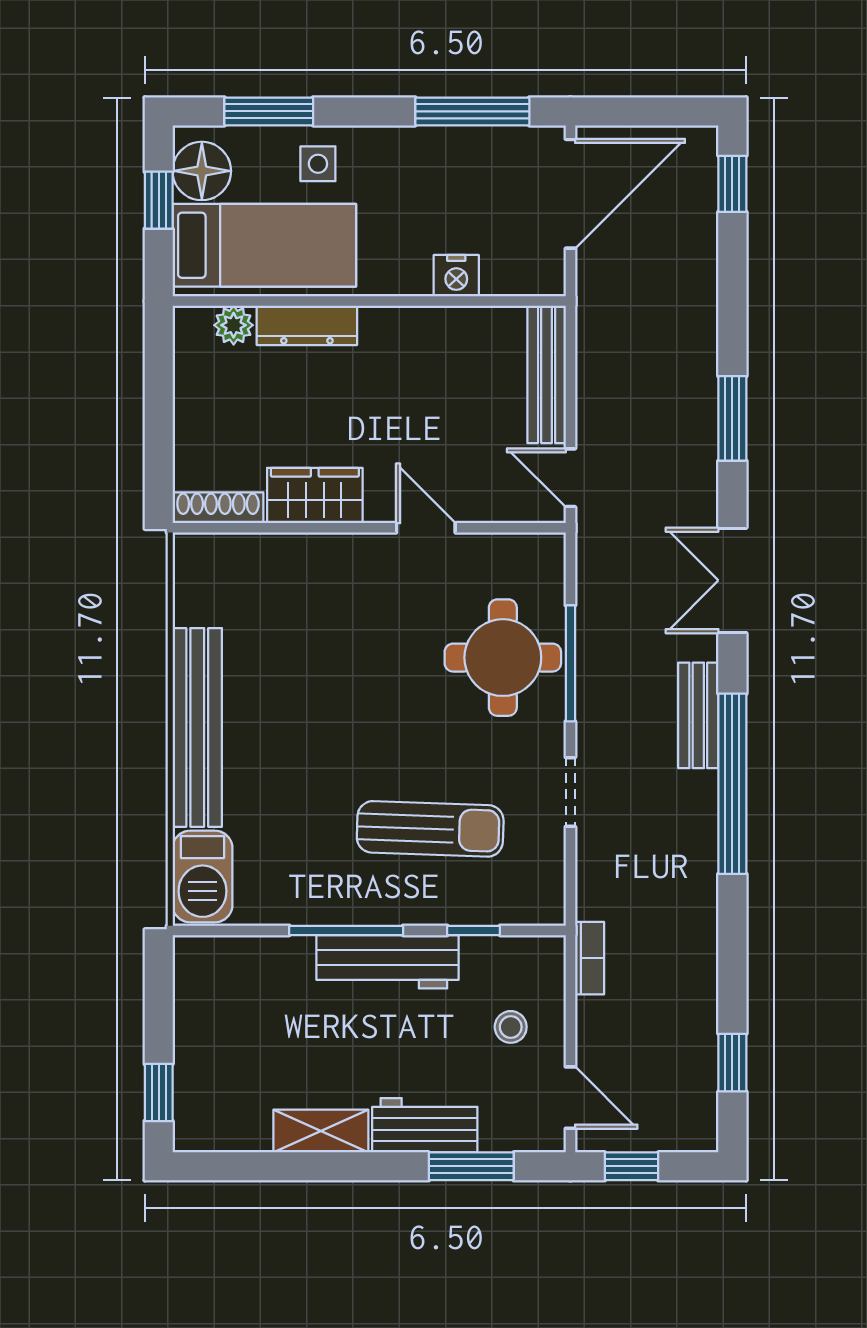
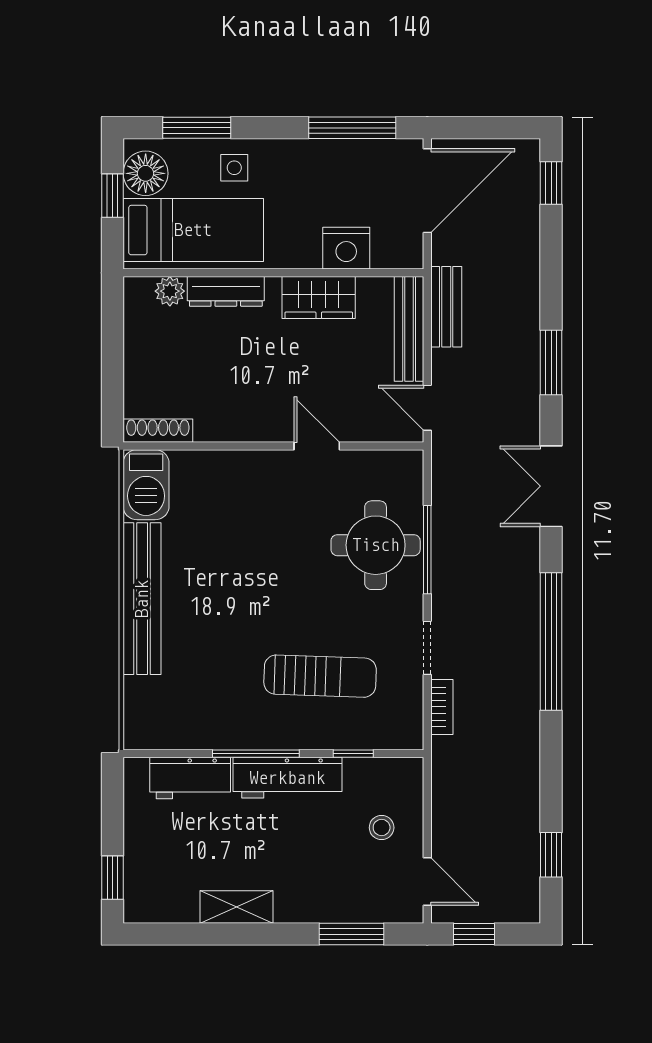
nightstand: (456, 276) -> (346, 248), width x1.36, depth x1.33
wardrobe: (315, 495) -> (319, 297), moved, turned 180
bench: (698, 715) -> (446, 307), moved
barbecue: (203, 876) -> (146, 485), moved
bookcase: (590, 958) -> (442, 707), moved
workbench: (425, 1125) -> (190, 778), moved, turned 180

